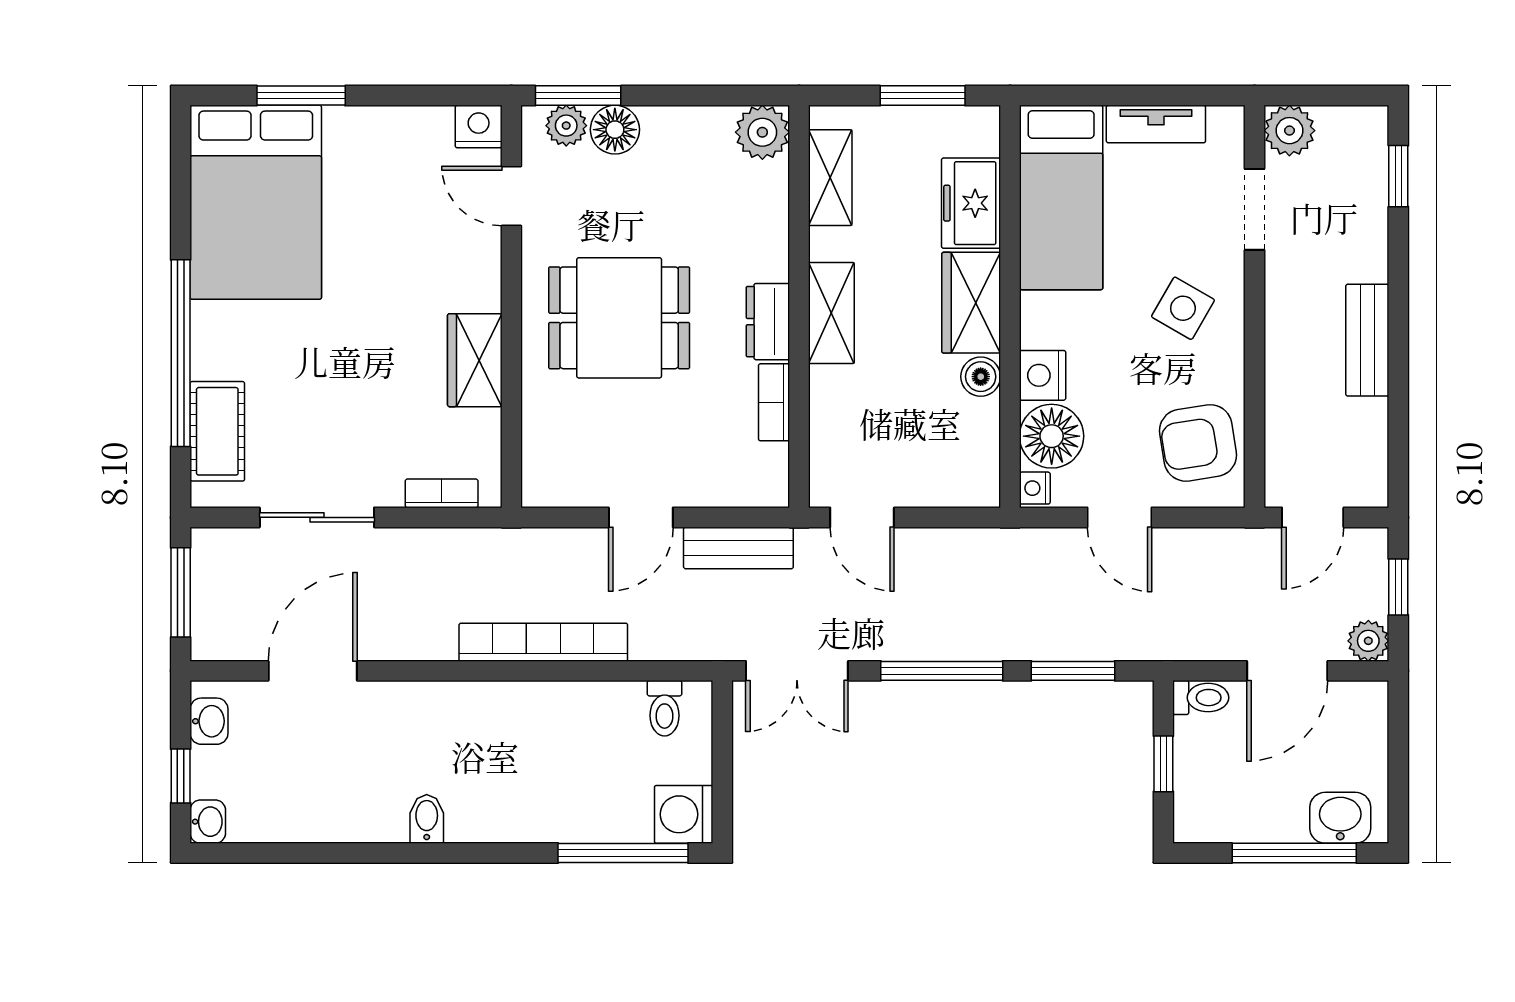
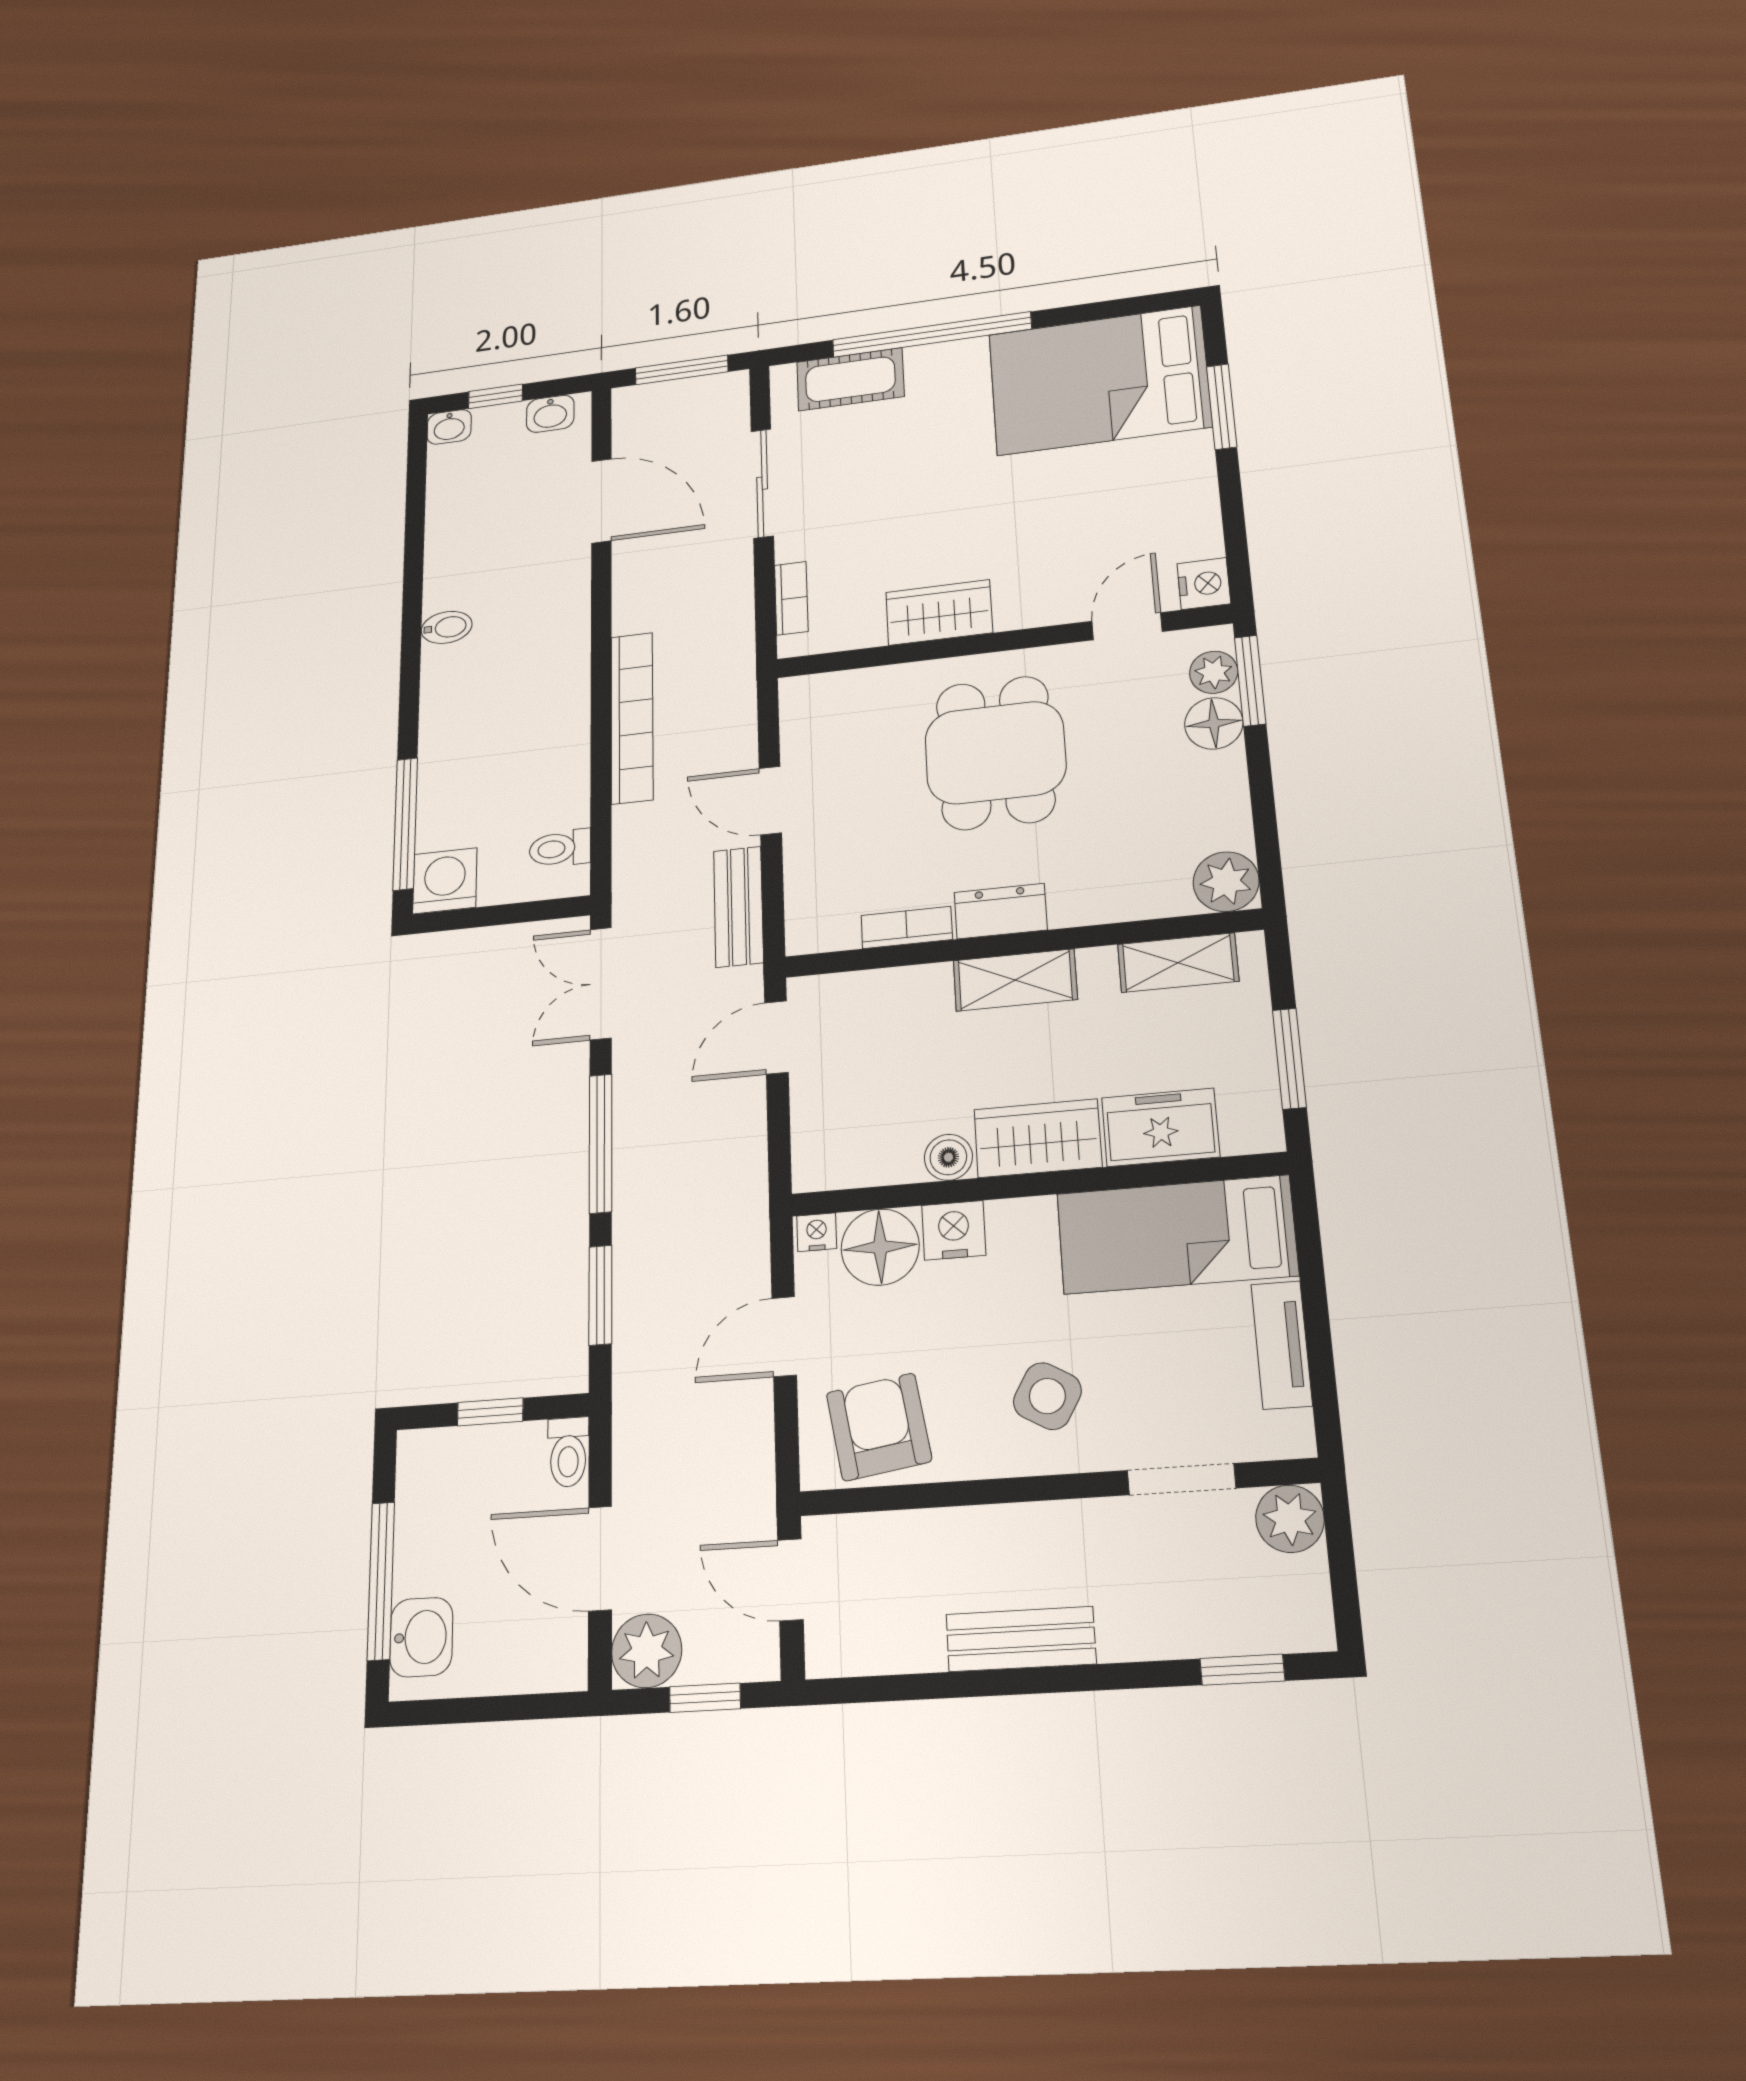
plant: (1368, 641) -> (647, 1651), width x1.38, depth x1.38

